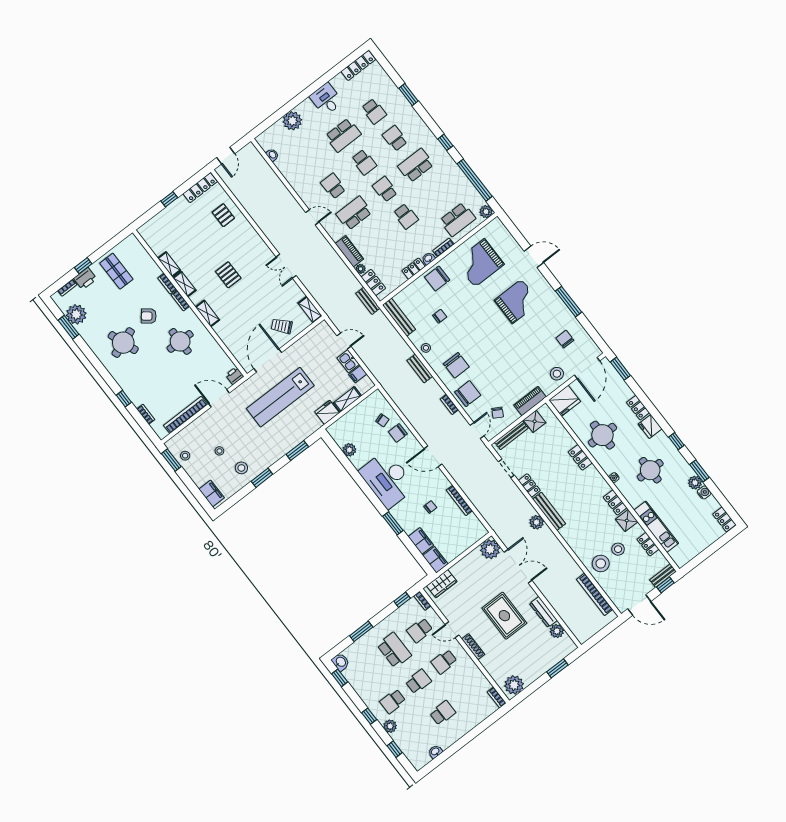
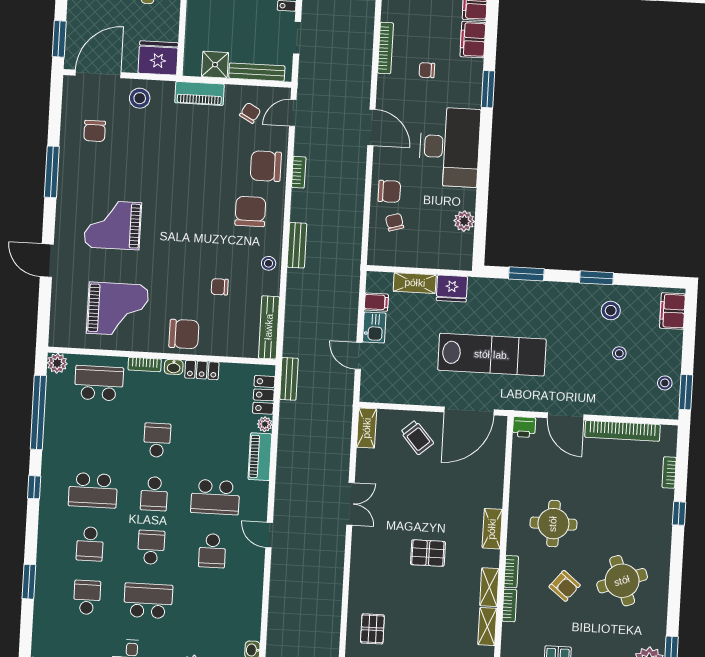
pallet: (228, 275) -> (428, 553), turned 90

